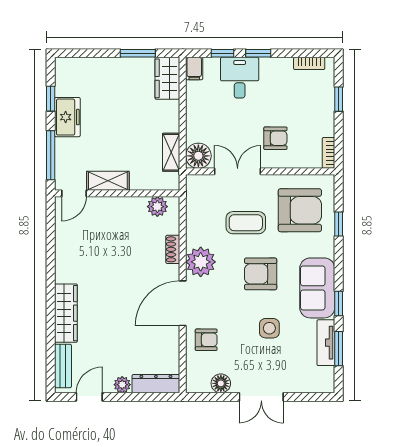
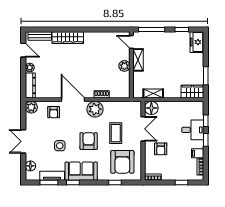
filing cabinet: (194, 69) -> (198, 153), moved
freezer: (67, 117) -> (197, 42), moved, turned 90
plant: (157, 207) -> (124, 66), moved
plant: (197, 382) -> (31, 107), added
floor lamp: (221, 383) -> (30, 166), moved

